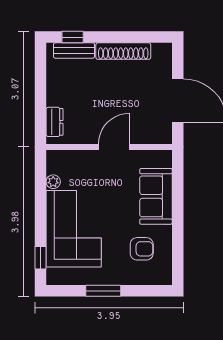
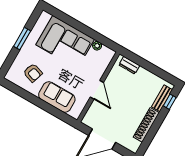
armchair: (142, 249) -> (33, 73), turned -72
window: (41, 258) -> (60, 15), removed

